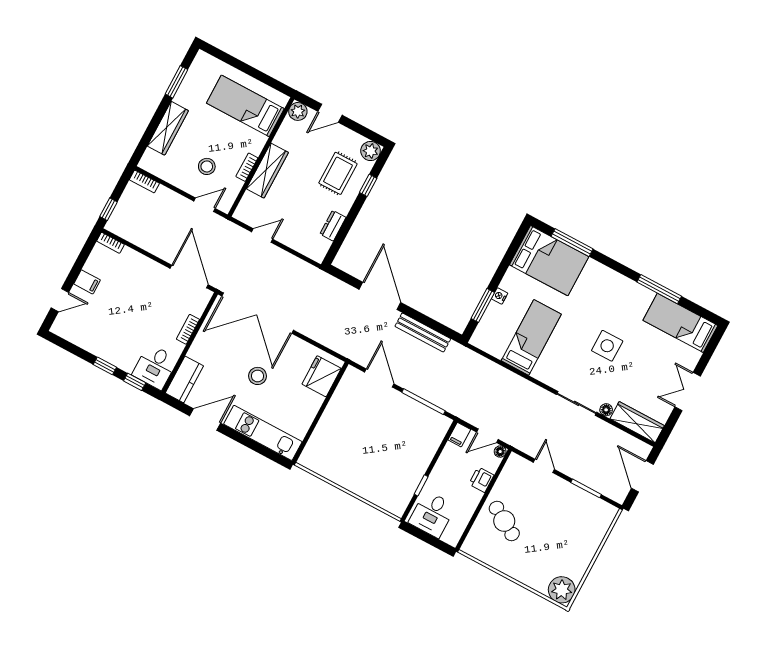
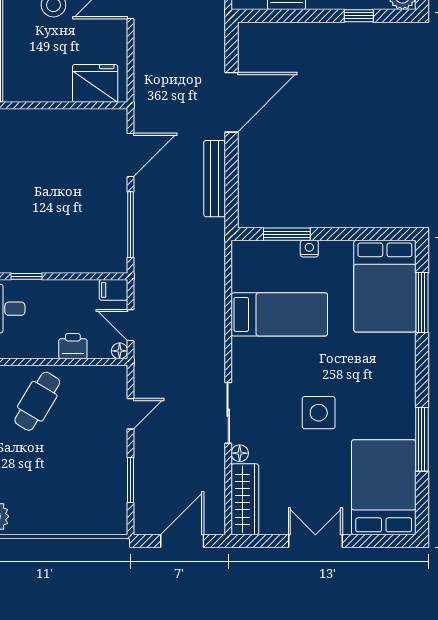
bed: (680, 323) -> (384, 487), width x1.50

